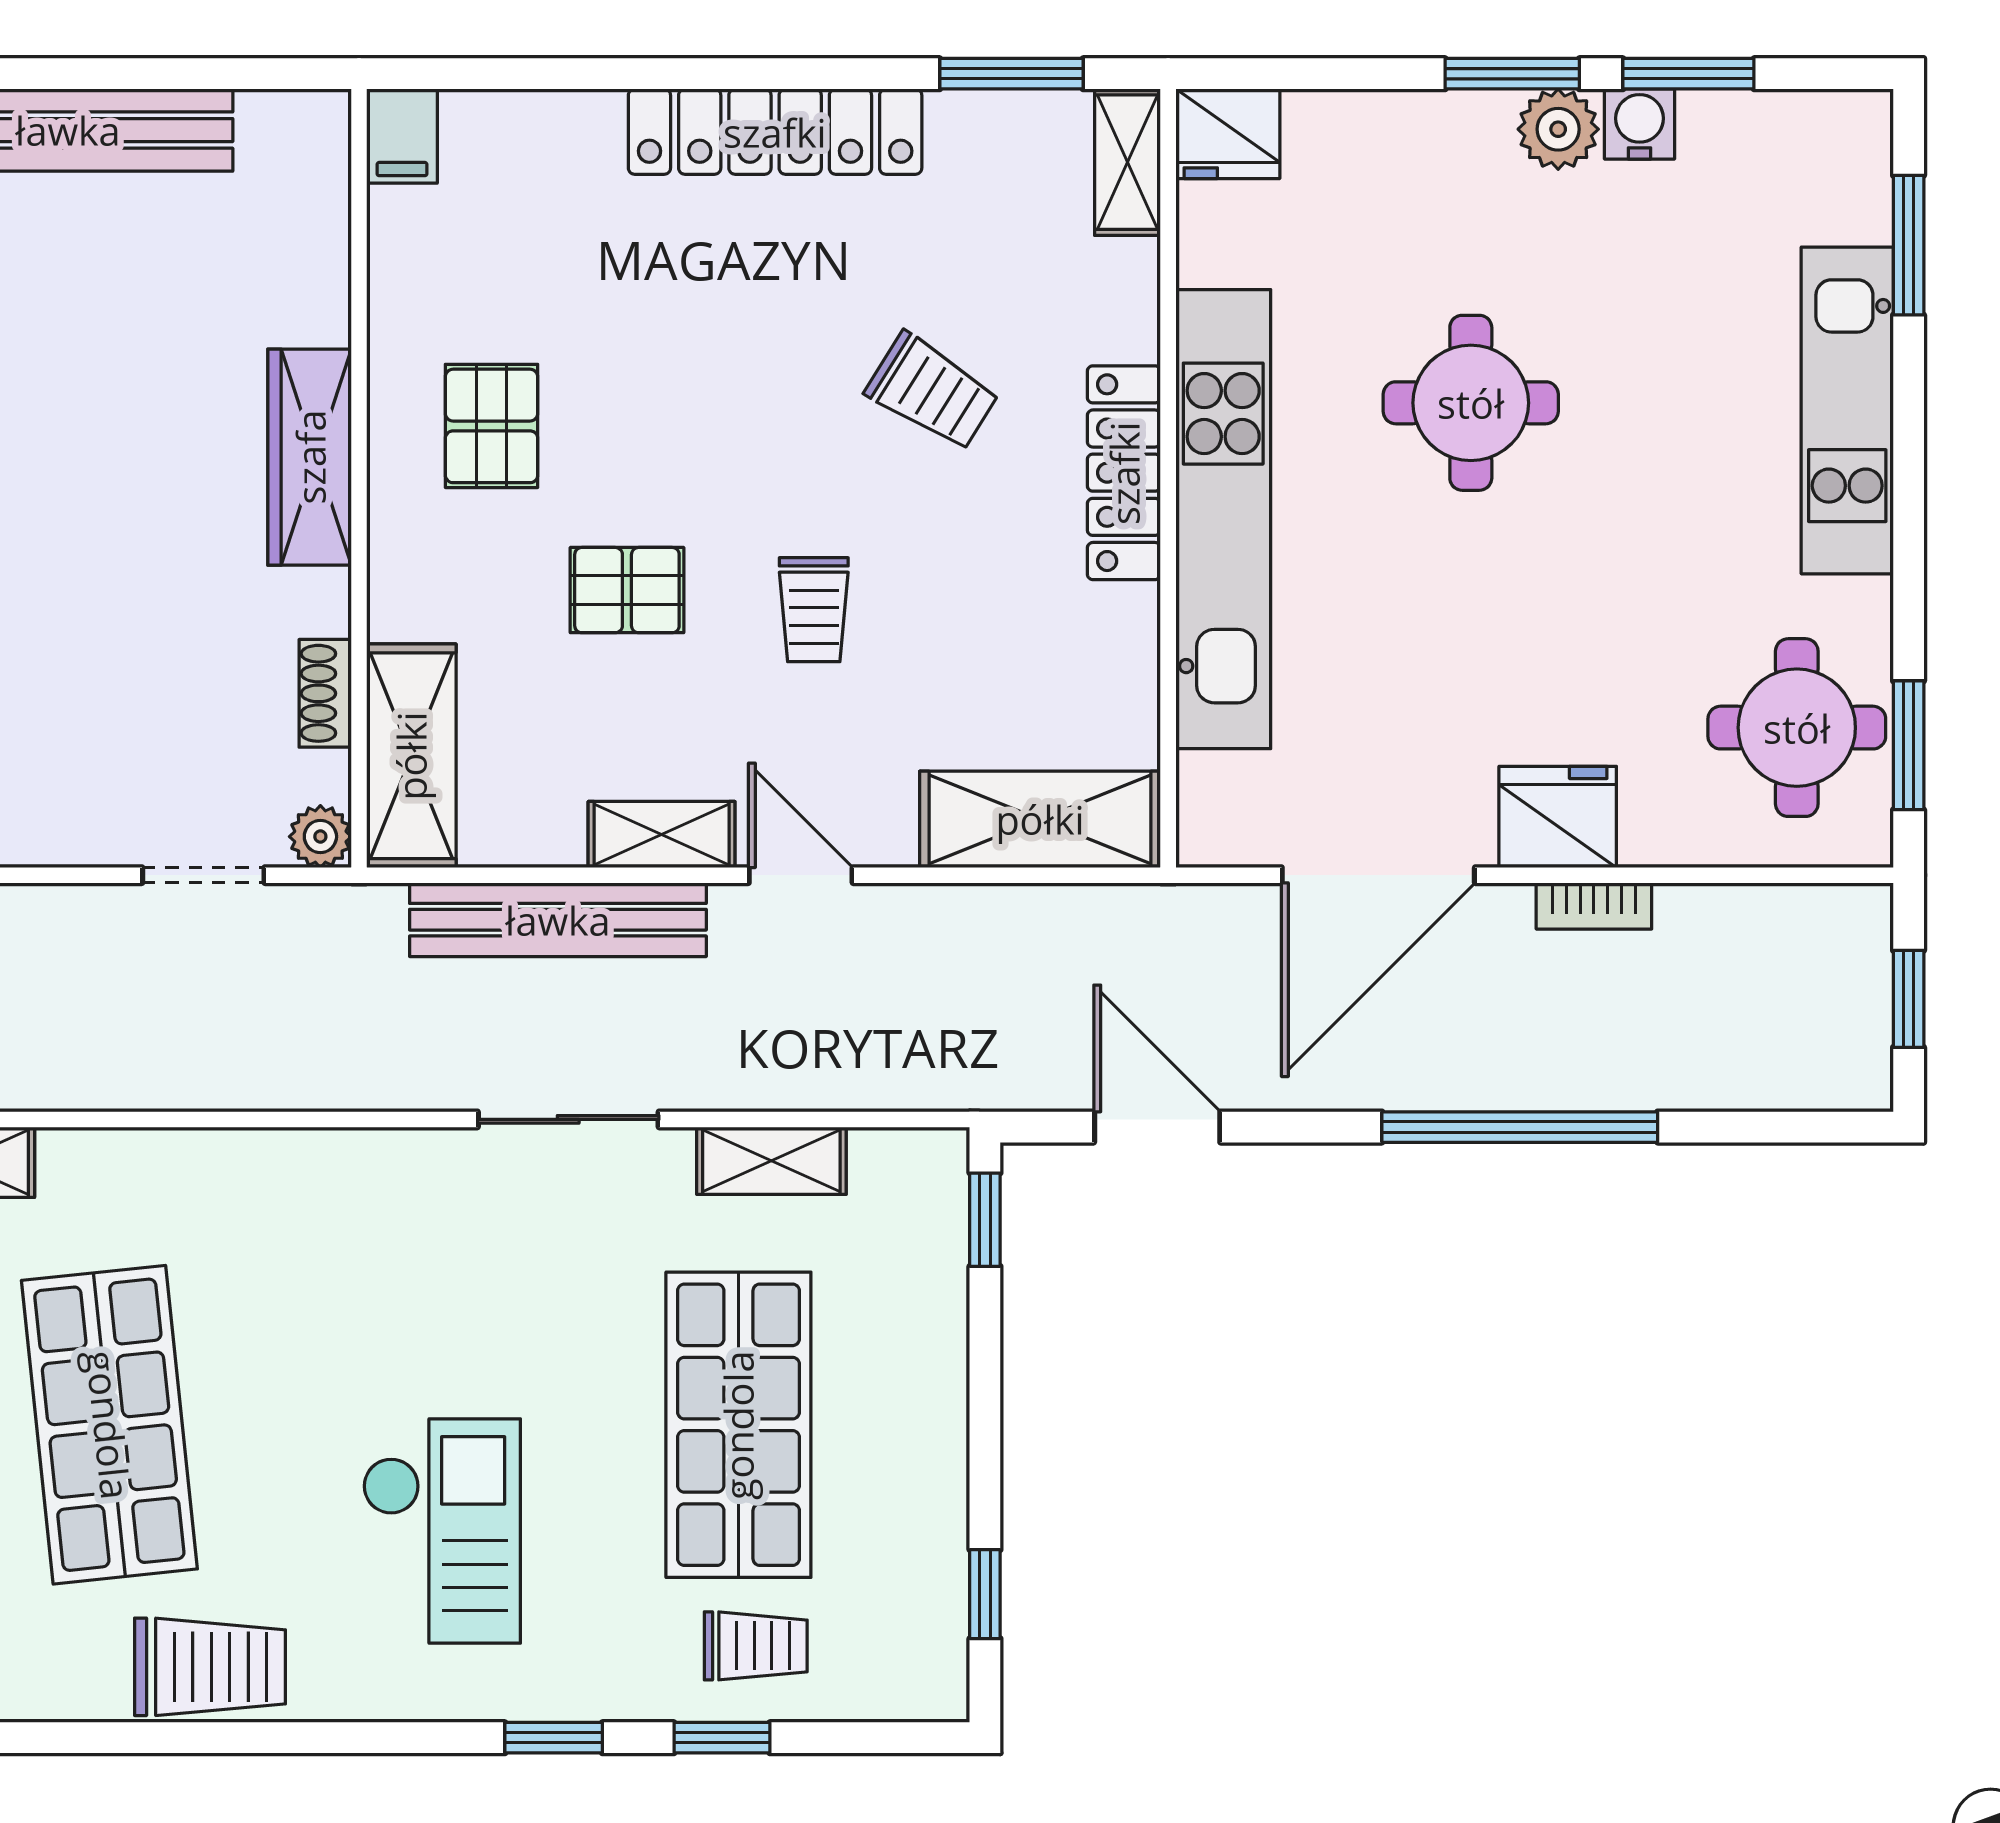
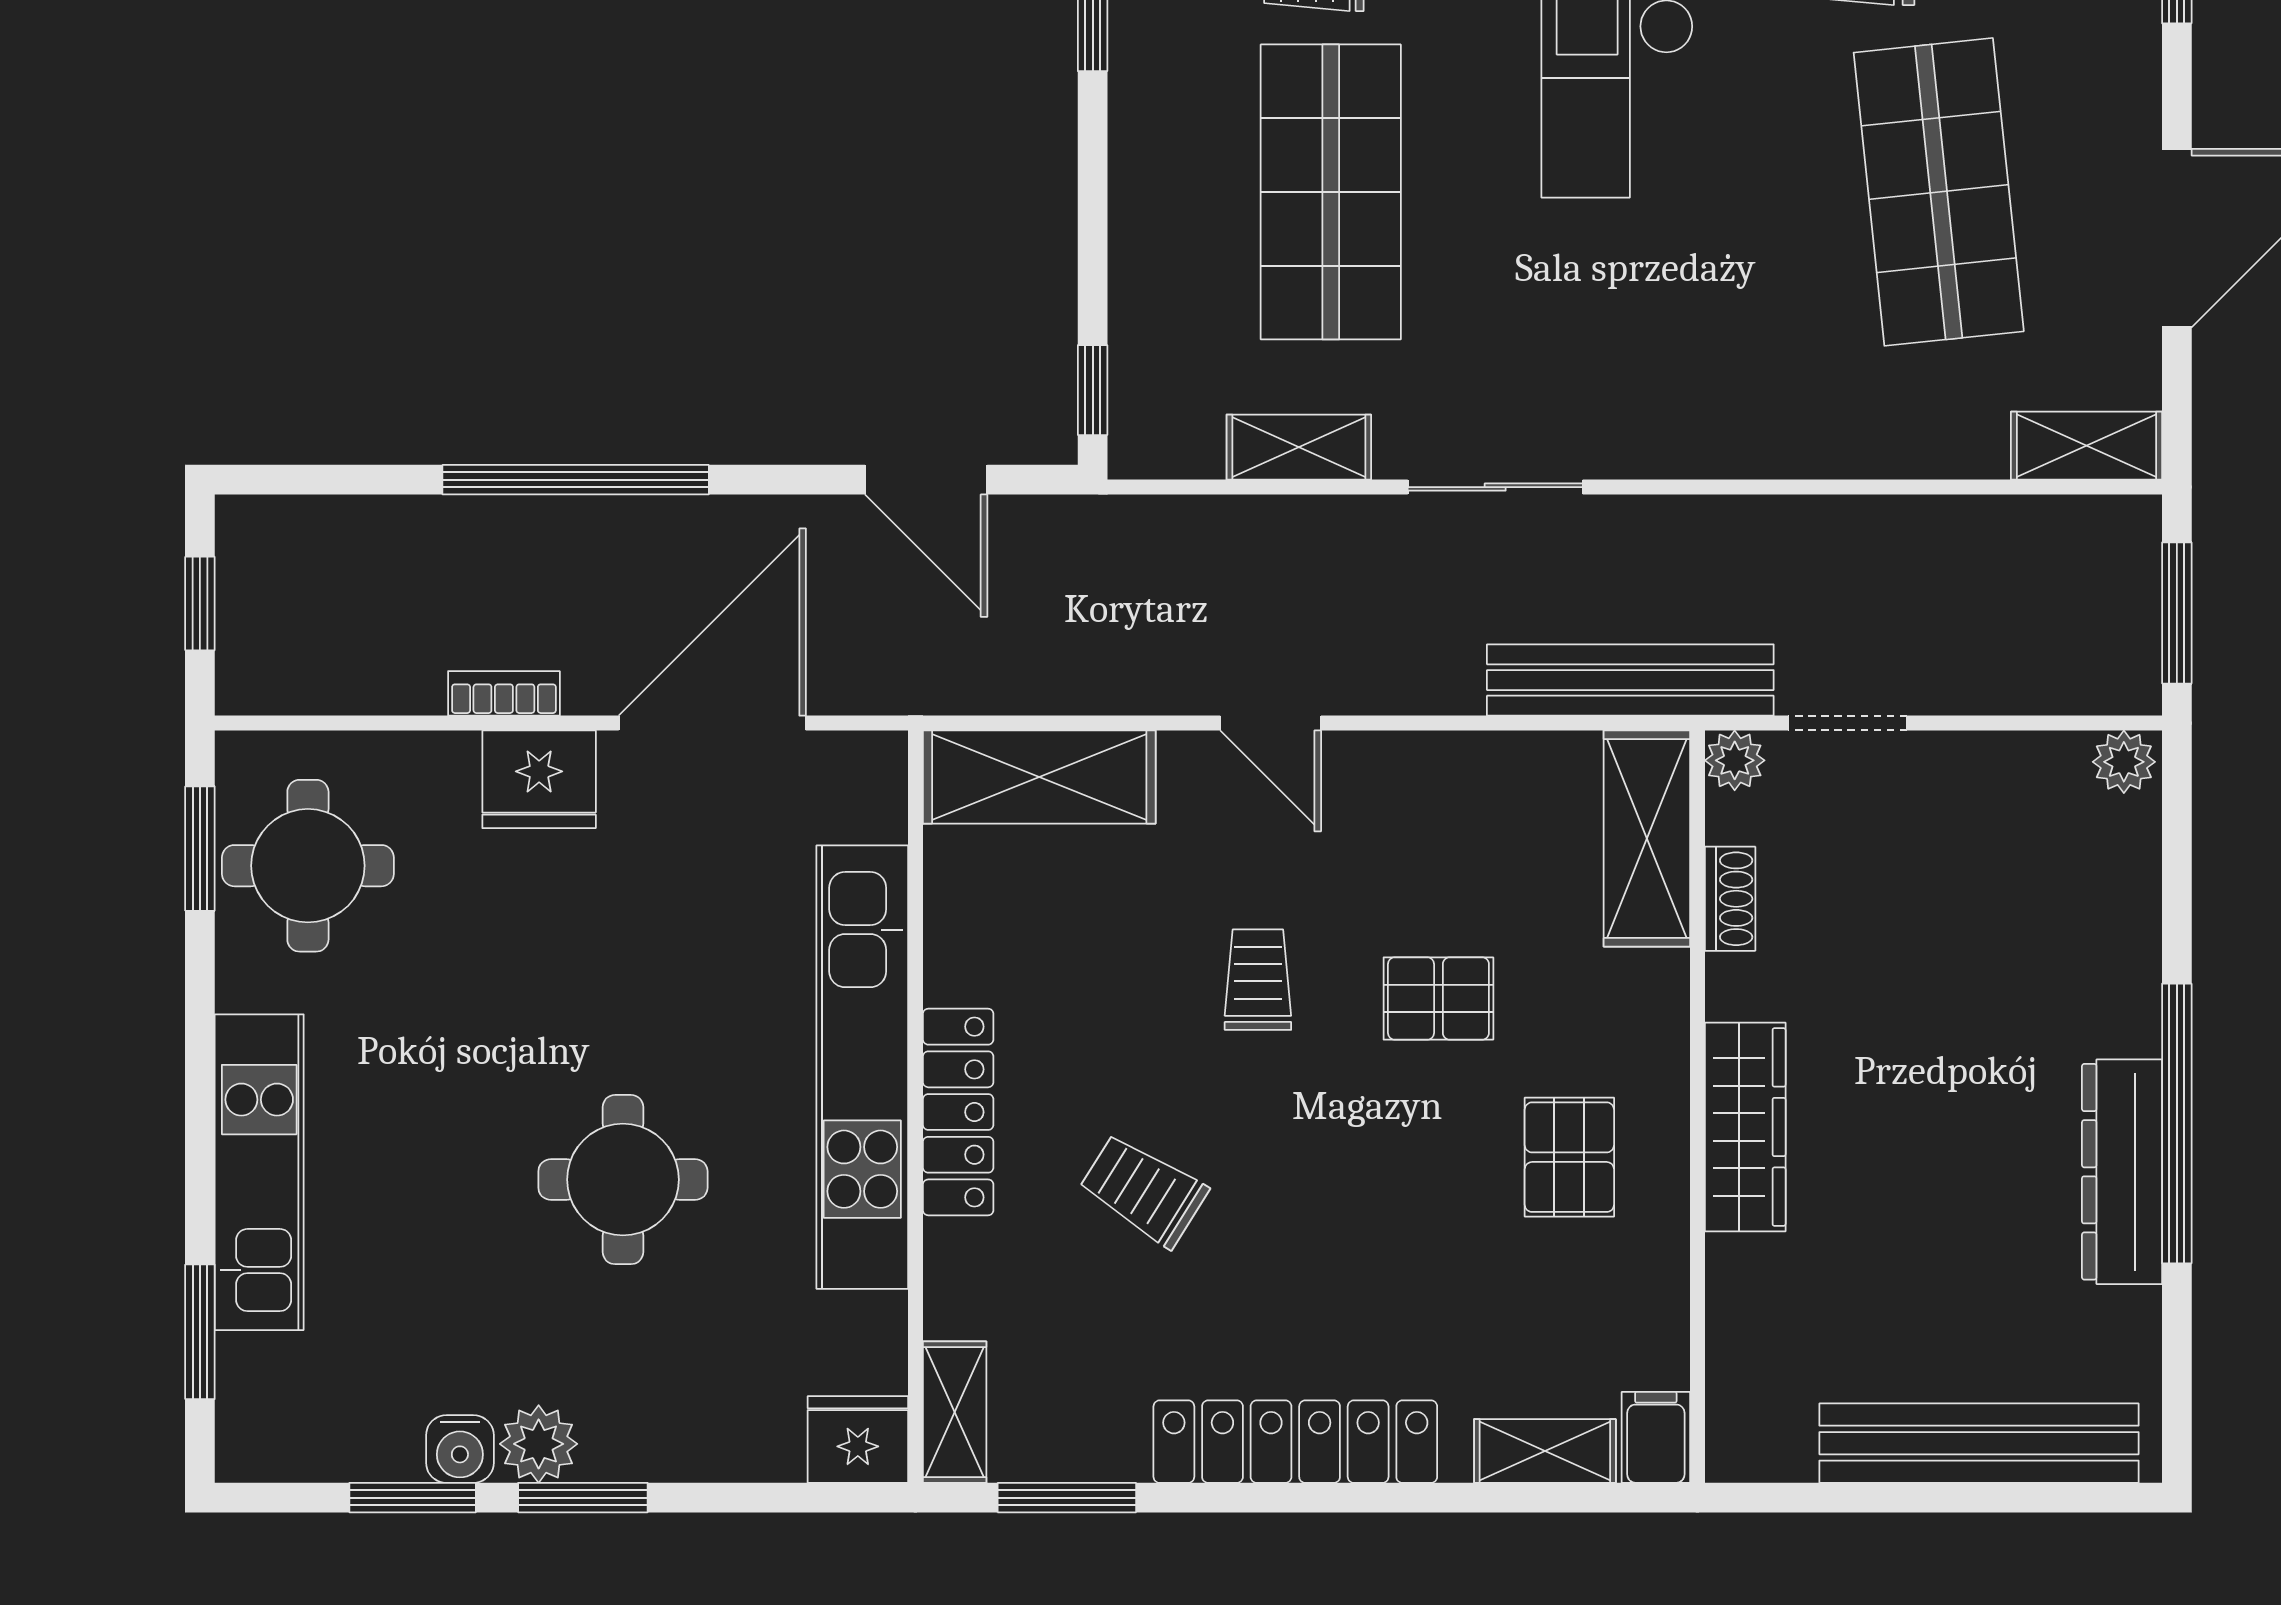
shelving: (662, 835) -> (1545, 1451), moved
bench: (558, 920) -> (1630, 680), moved

